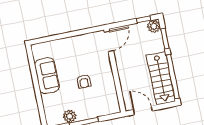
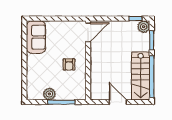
door: (109, 41) -> (88, 32), moved
wall: (115, 71) -> (88, 60), moved
sofa: (47, 76) -> (36, 37), moved

